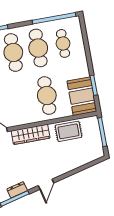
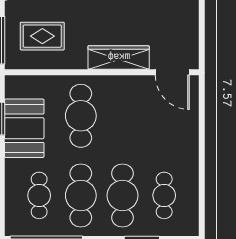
booth: (82, 96) -> (24, 128), moved
rug: (68, 131) -> (42, 36), moved

